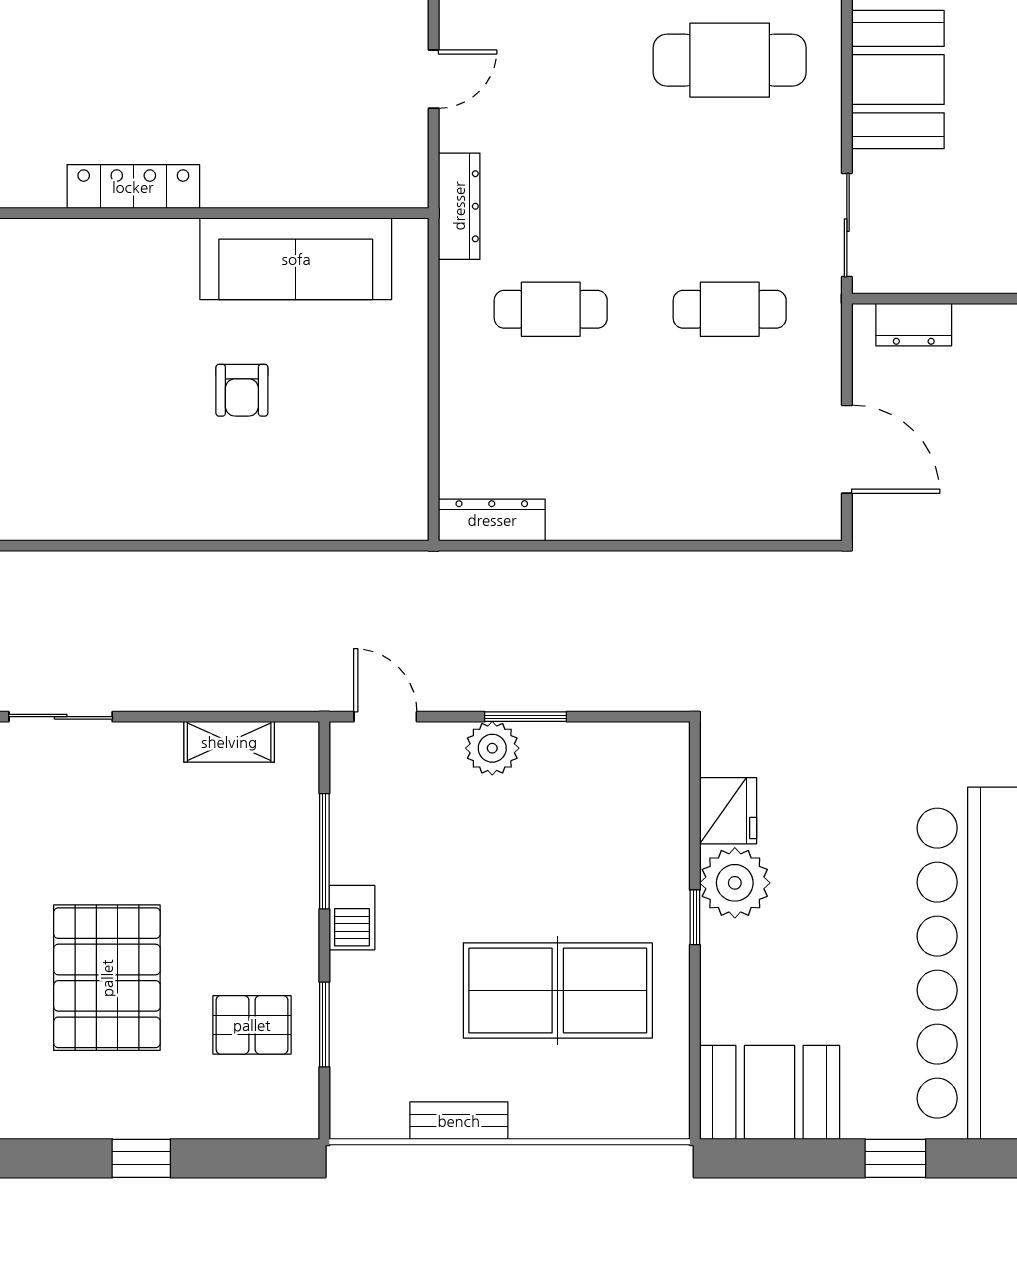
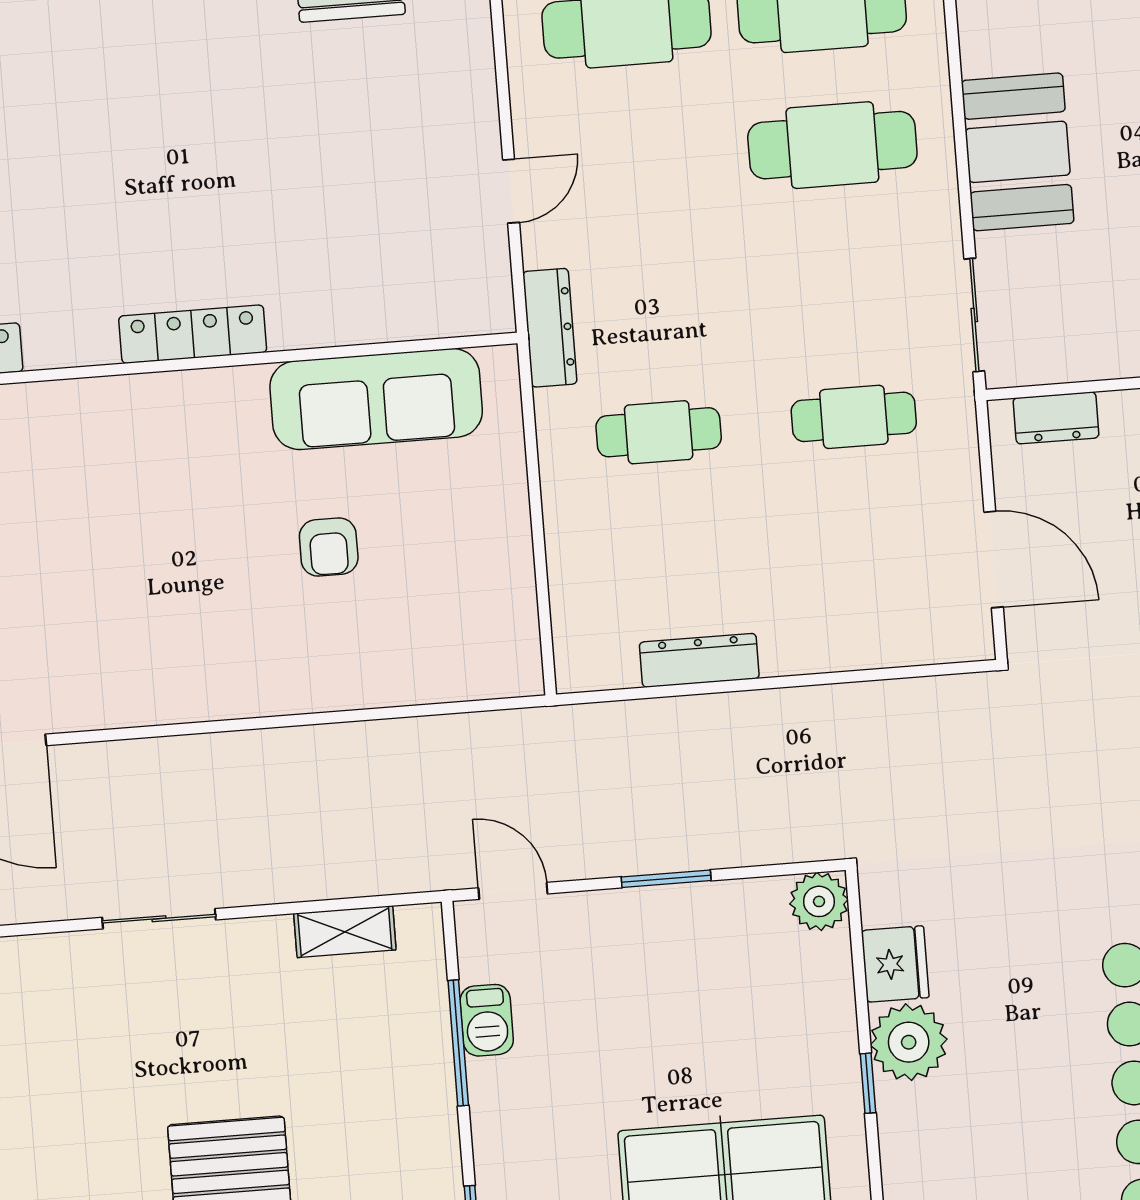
dresser: (492, 520) -> (699, 660), moved
plant: (492, 748) -> (819, 901), moved
barbecue: (352, 918) -> (487, 1020), moved

